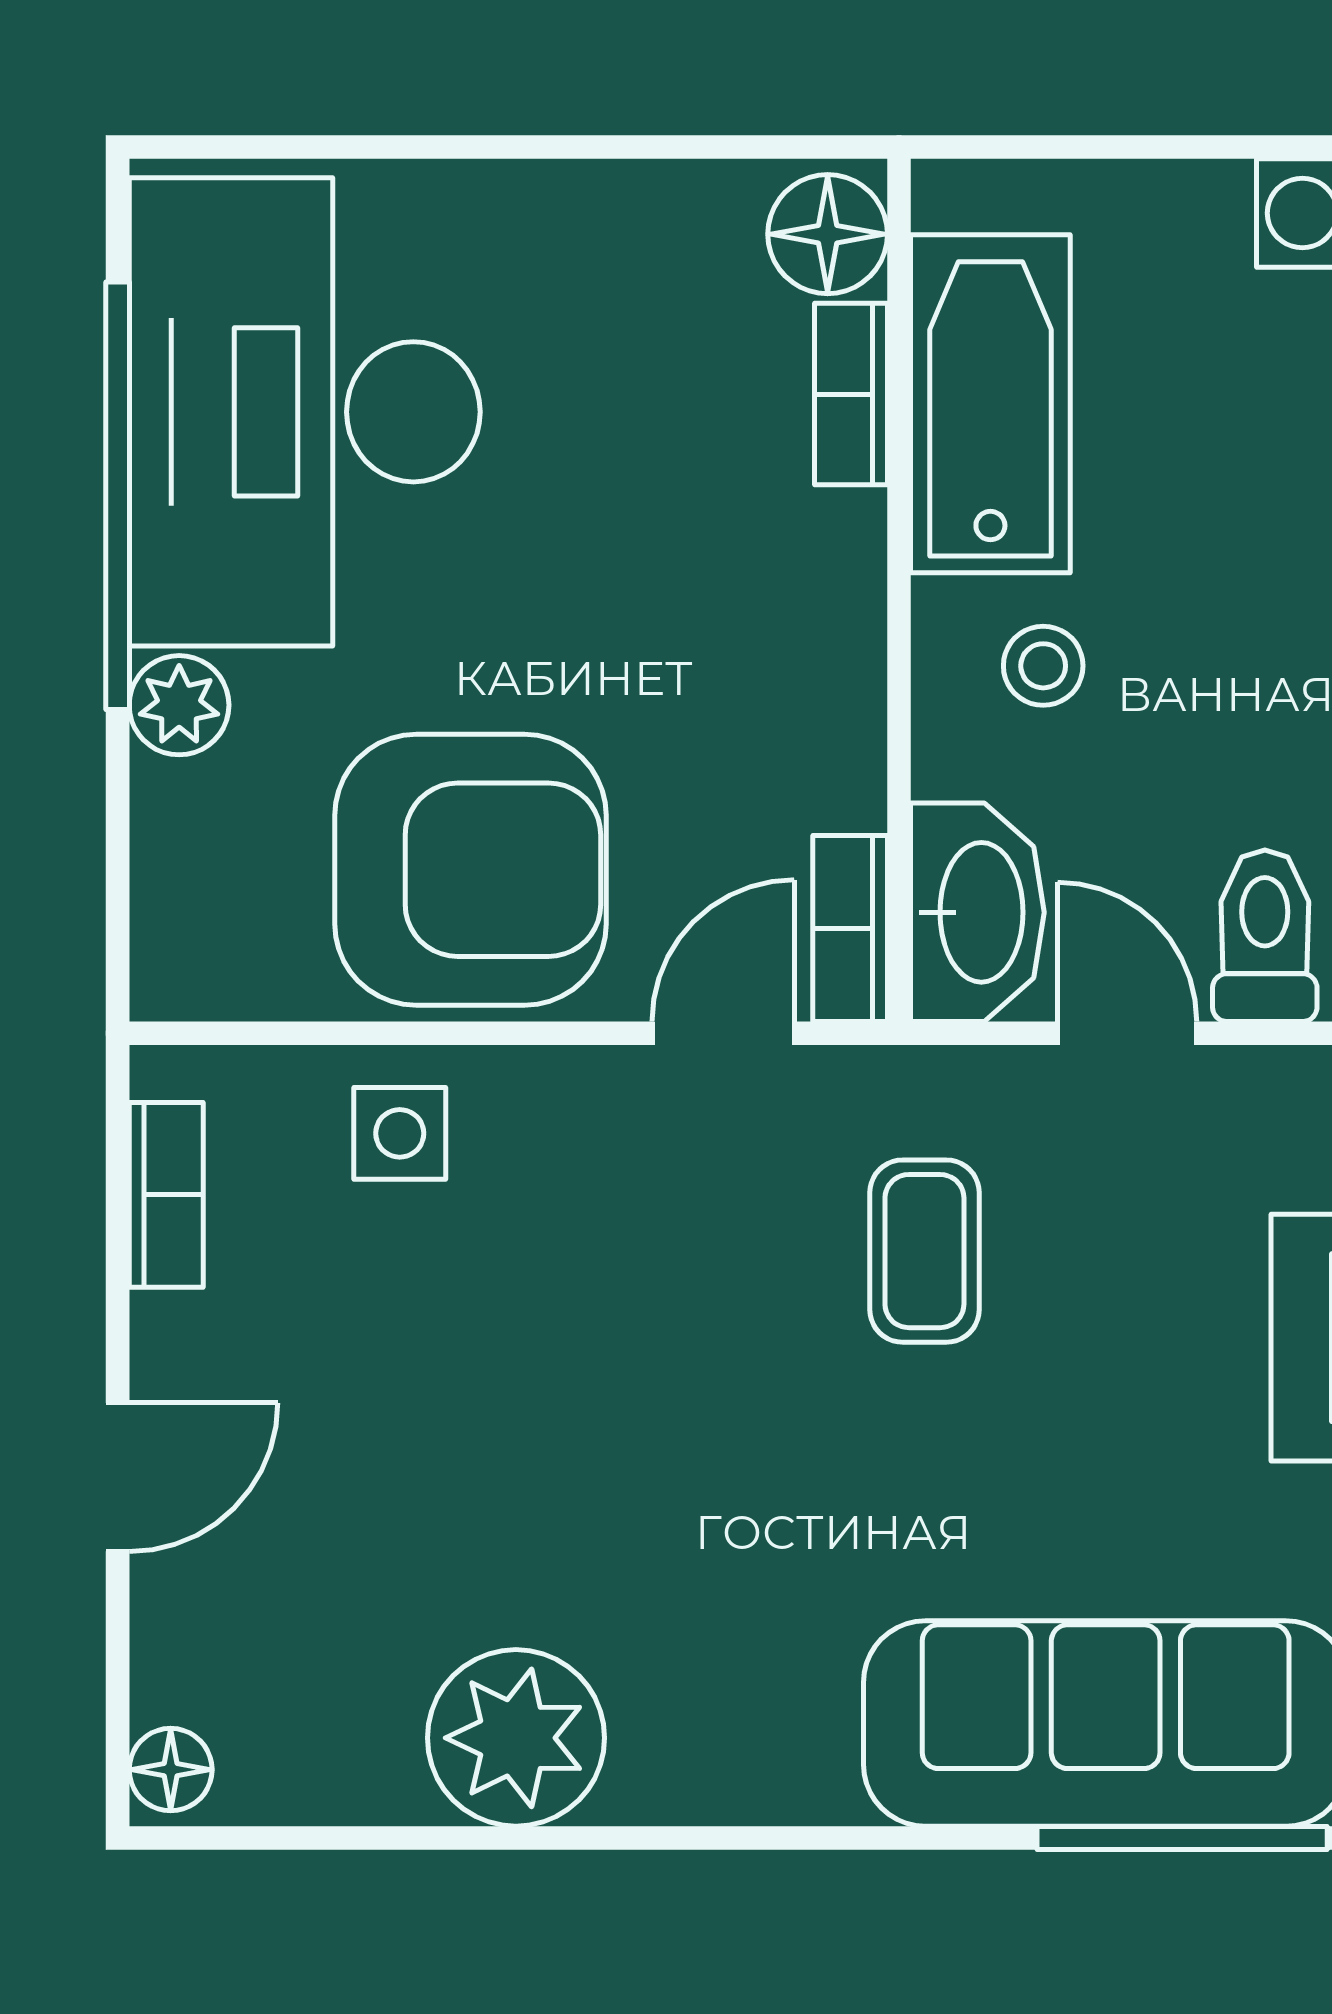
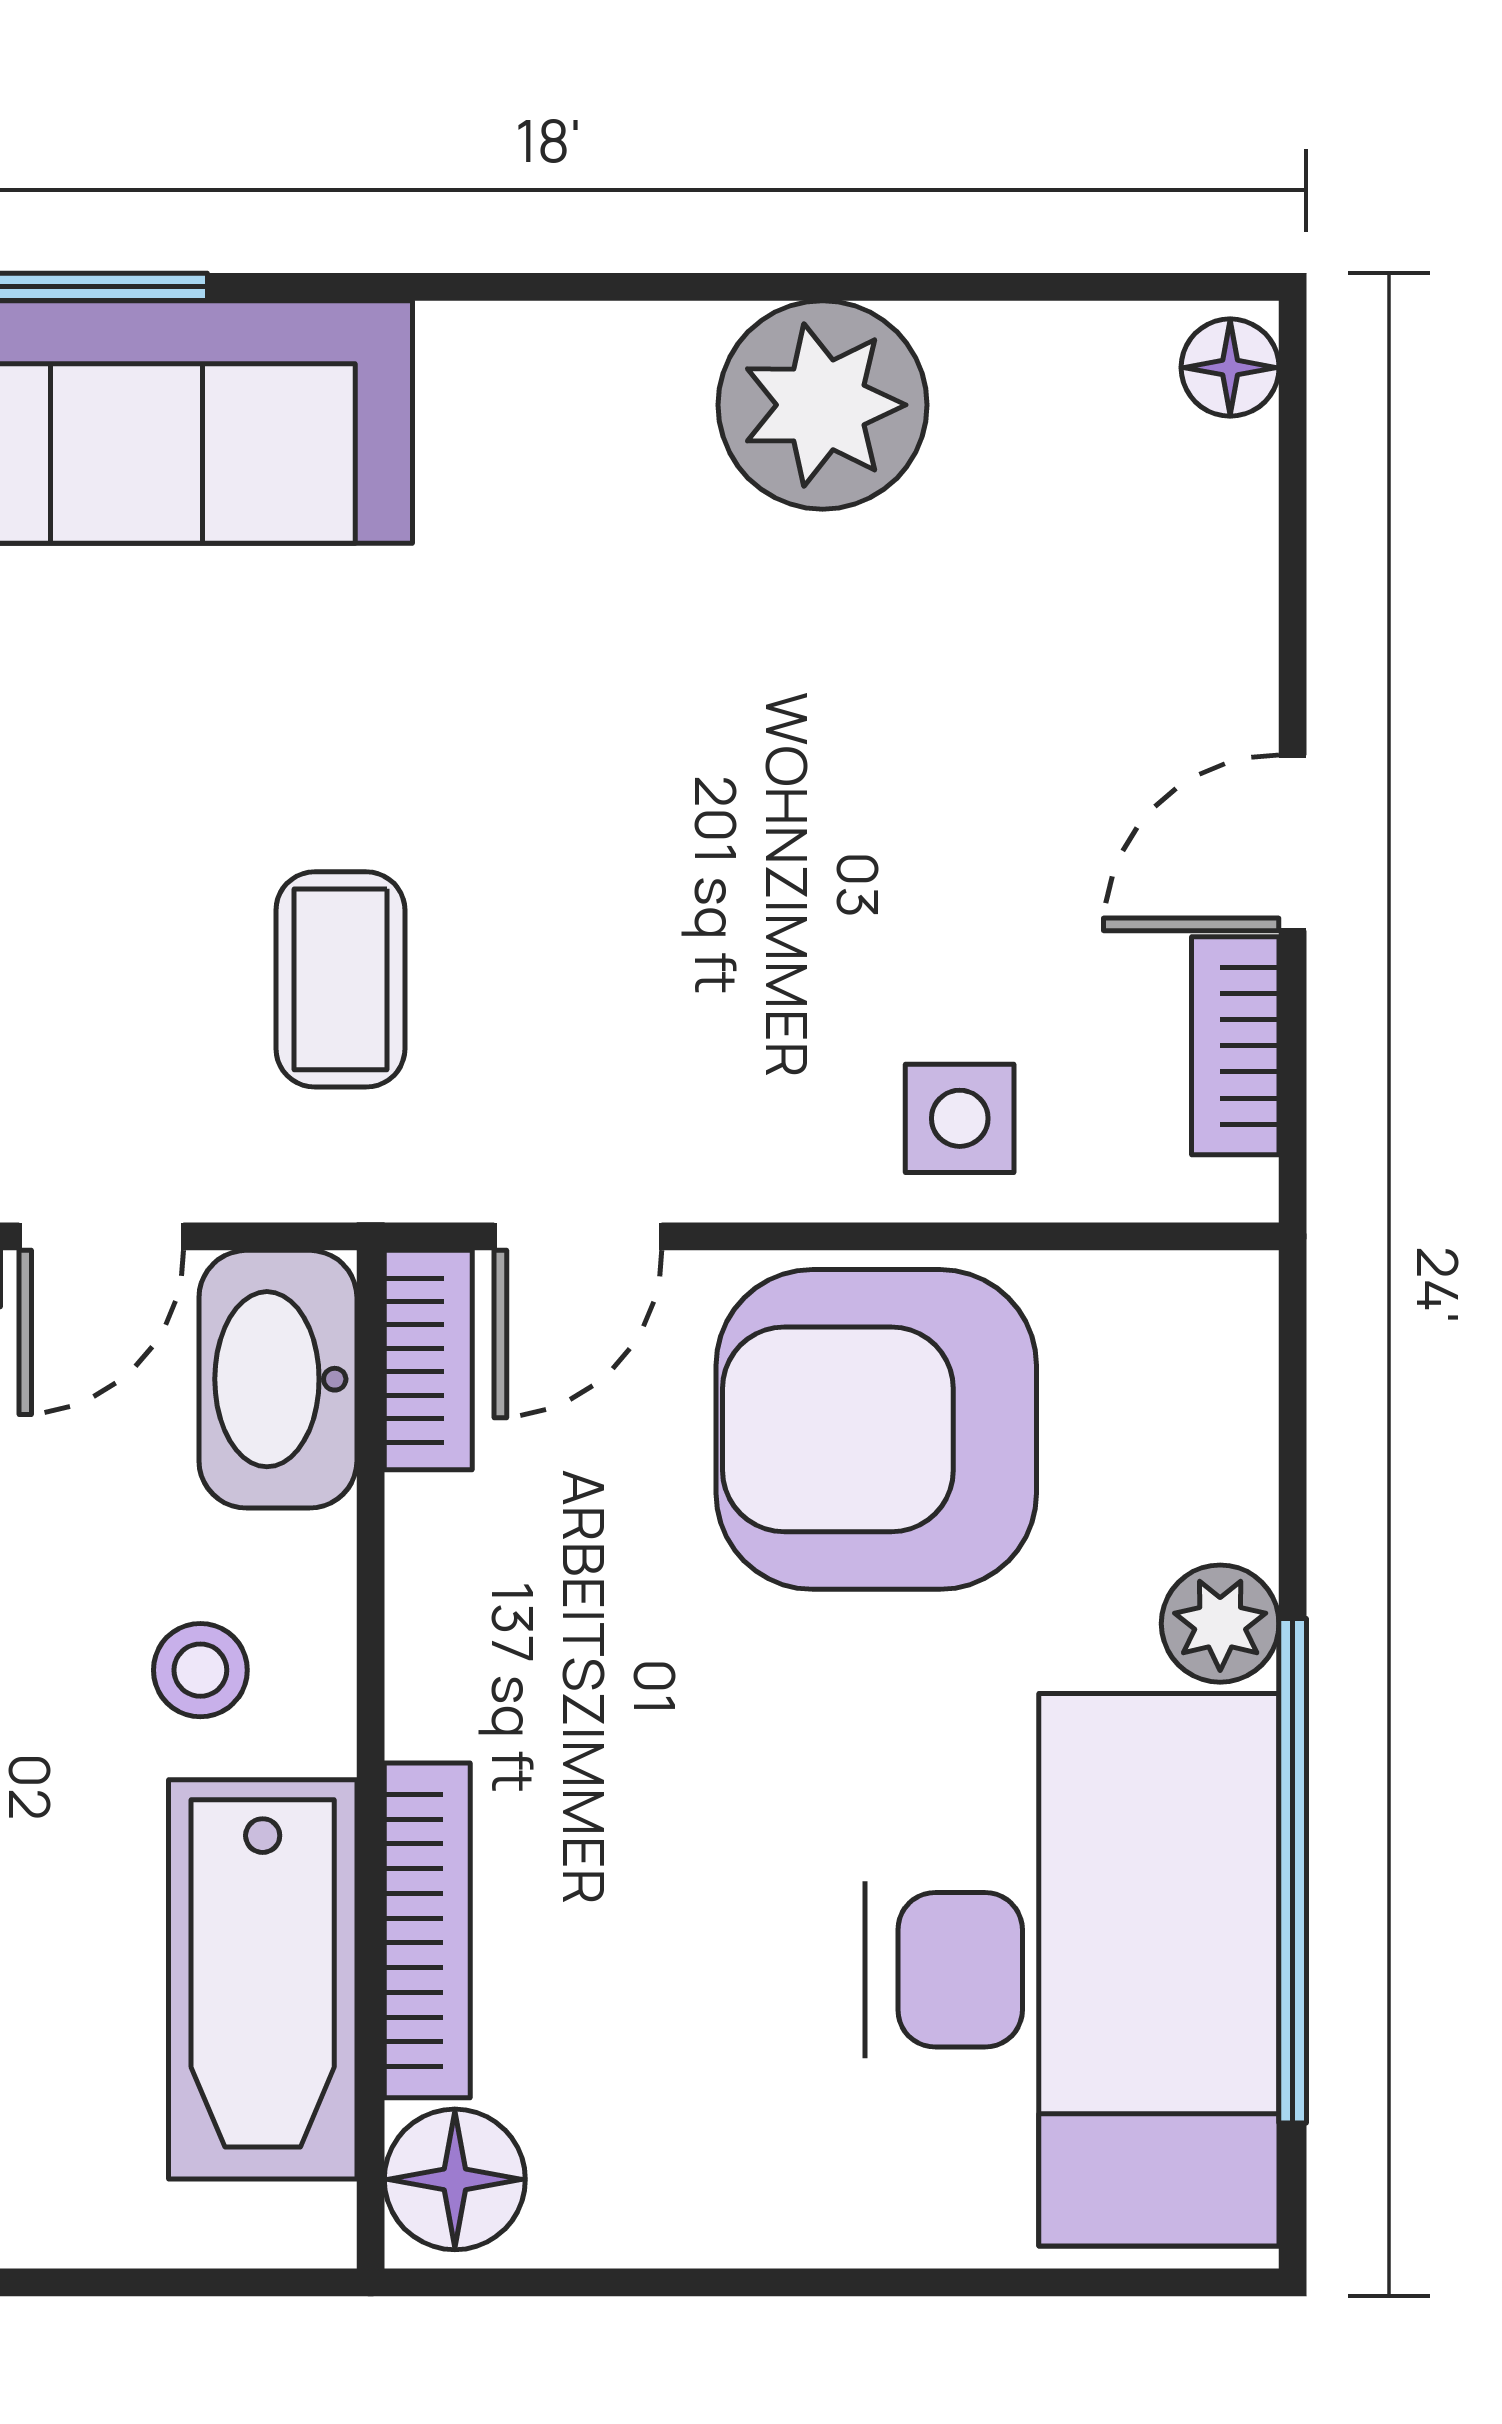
bookcase: (851, 394) -> (427, 1930), width x1.56
door: (1127, 1033) -> (101, 1236), hinge flipped
door: (118, 1477) -> (1293, 843), moved

